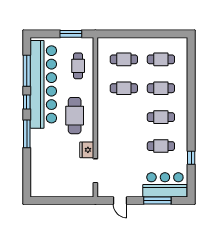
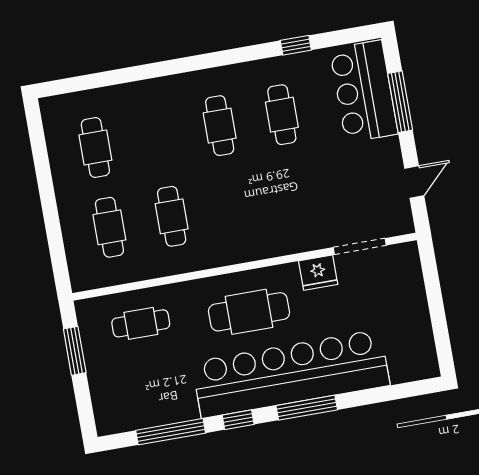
bar counter: (43, 84) -> (291, 374), moved
cafe table: (161, 88) -> (158, 137), removed

